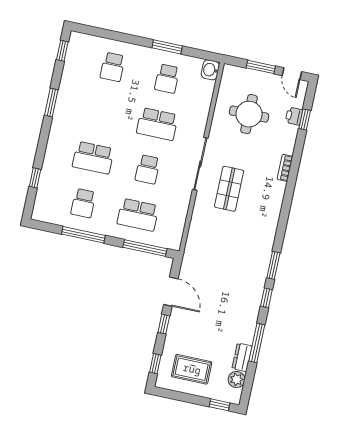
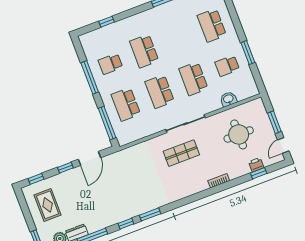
school desk: (113, 67) -> (212, 25), width x1.85
washbasin: (210, 70) -> (228, 99), moved
school desk: (148, 169) -> (160, 92), width x1.85

